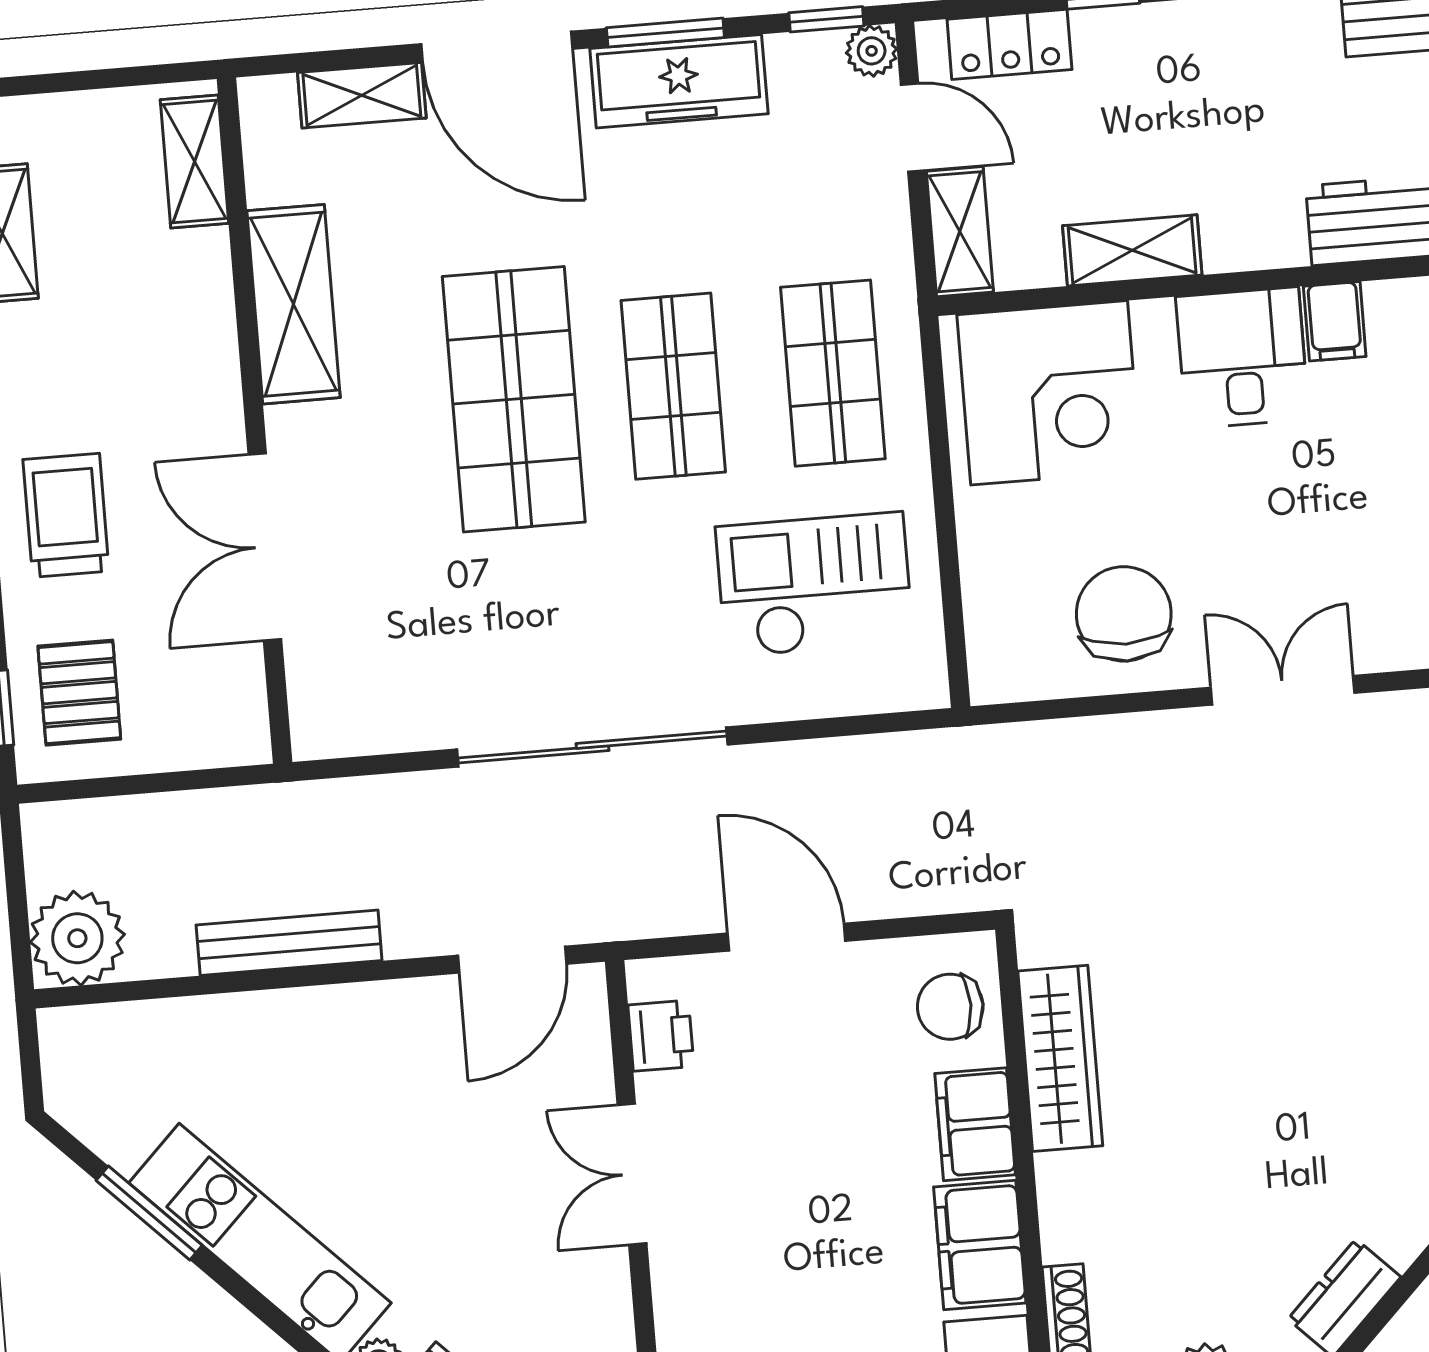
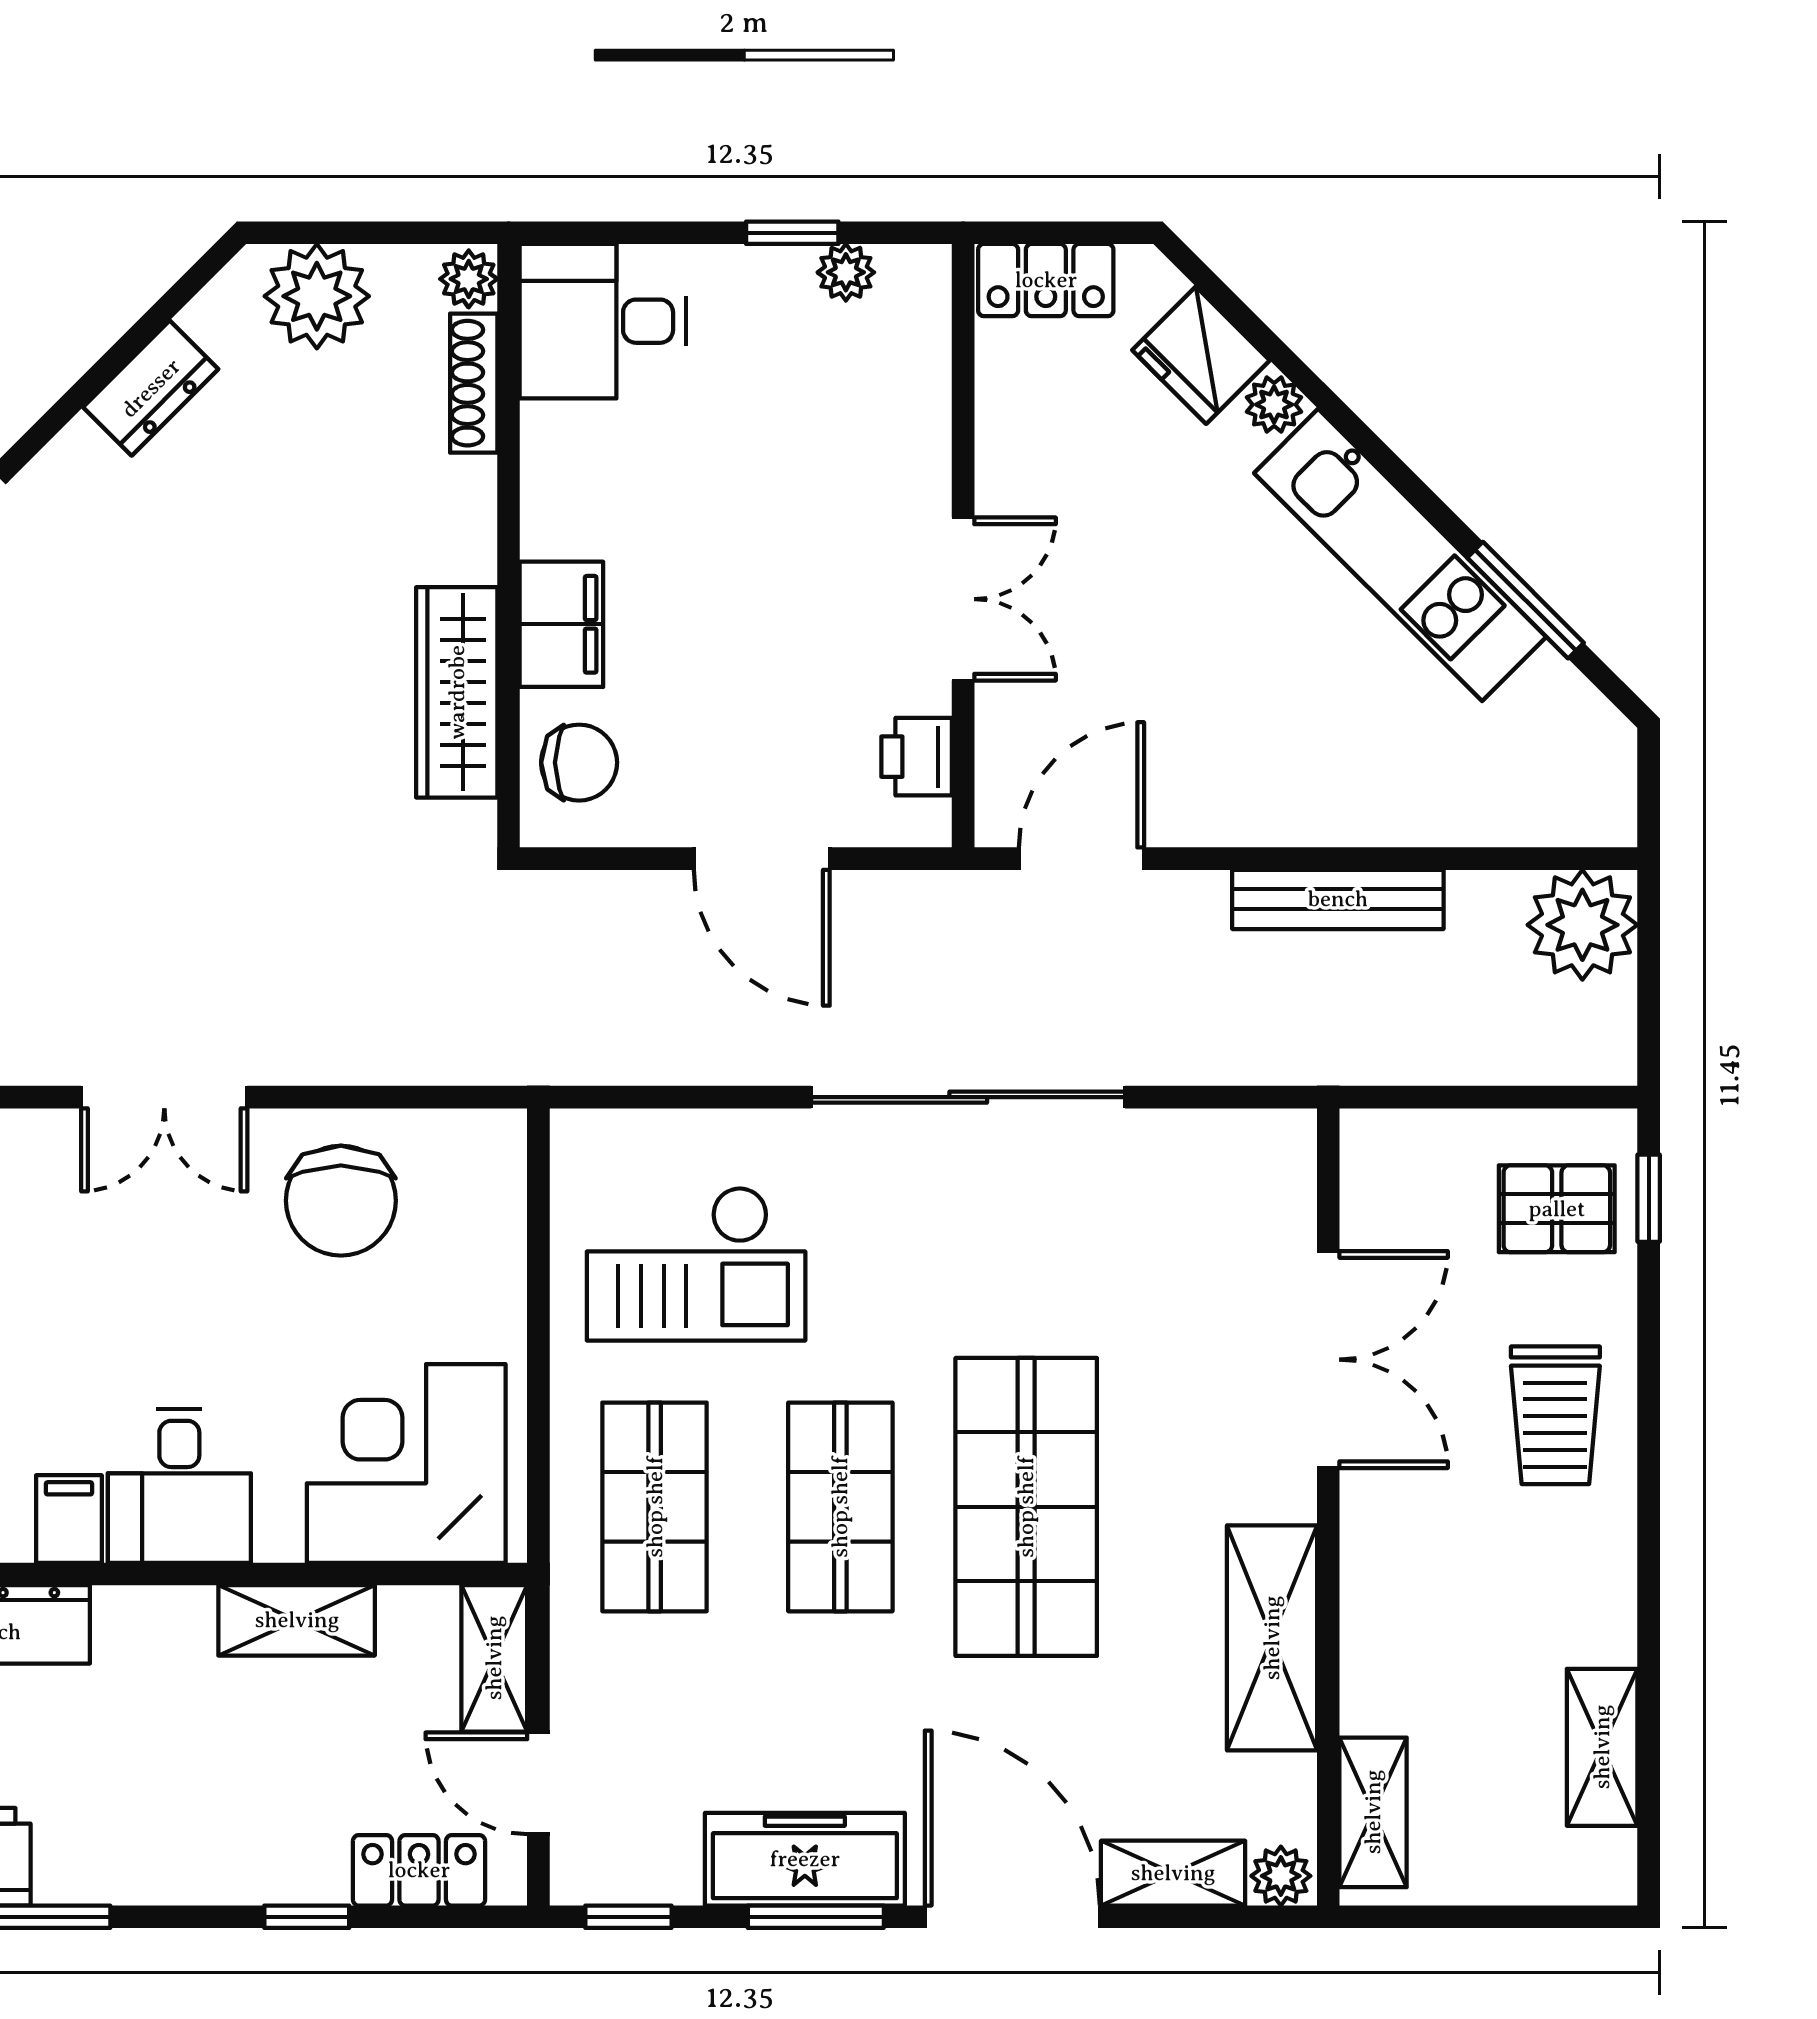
plant: (872, 51) -> (1281, 1876), moved
pallet: (79, 693) -> (1557, 1209), turned 90
filing cabinet: (980, 1245) -> (567, 484), removed

